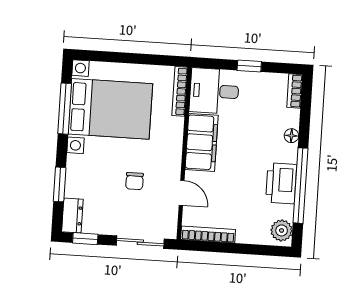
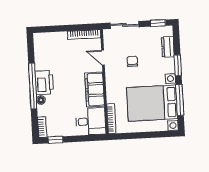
window: (249, 66) -> (56, 140), moved
printer: (281, 183) -> (44, 82), moved
window: (60, 184) -> (178, 65), moved
window: (300, 186) -> (33, 86), moved
dresser: (72, 215) -> (168, 47), moved
plant: (282, 230) -> (40, 42), removed

